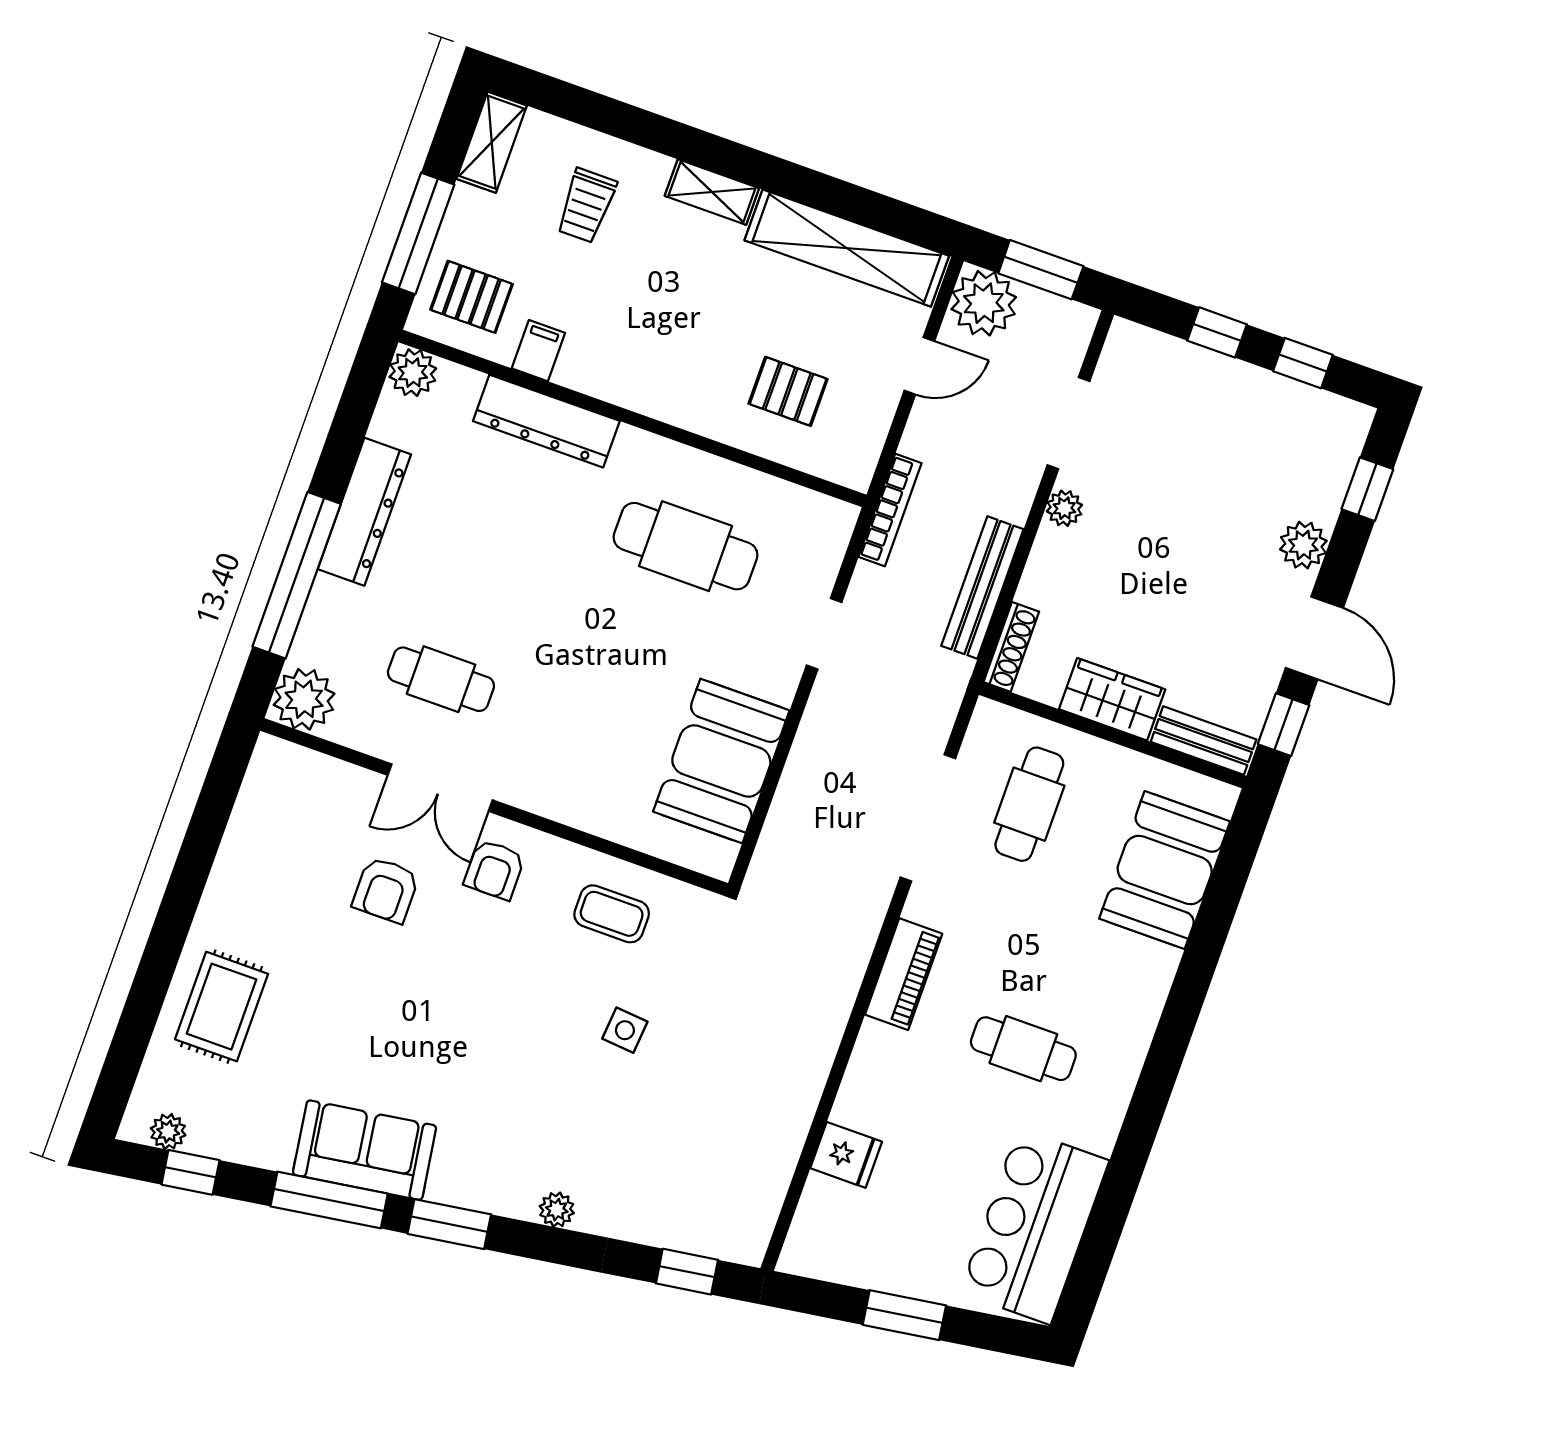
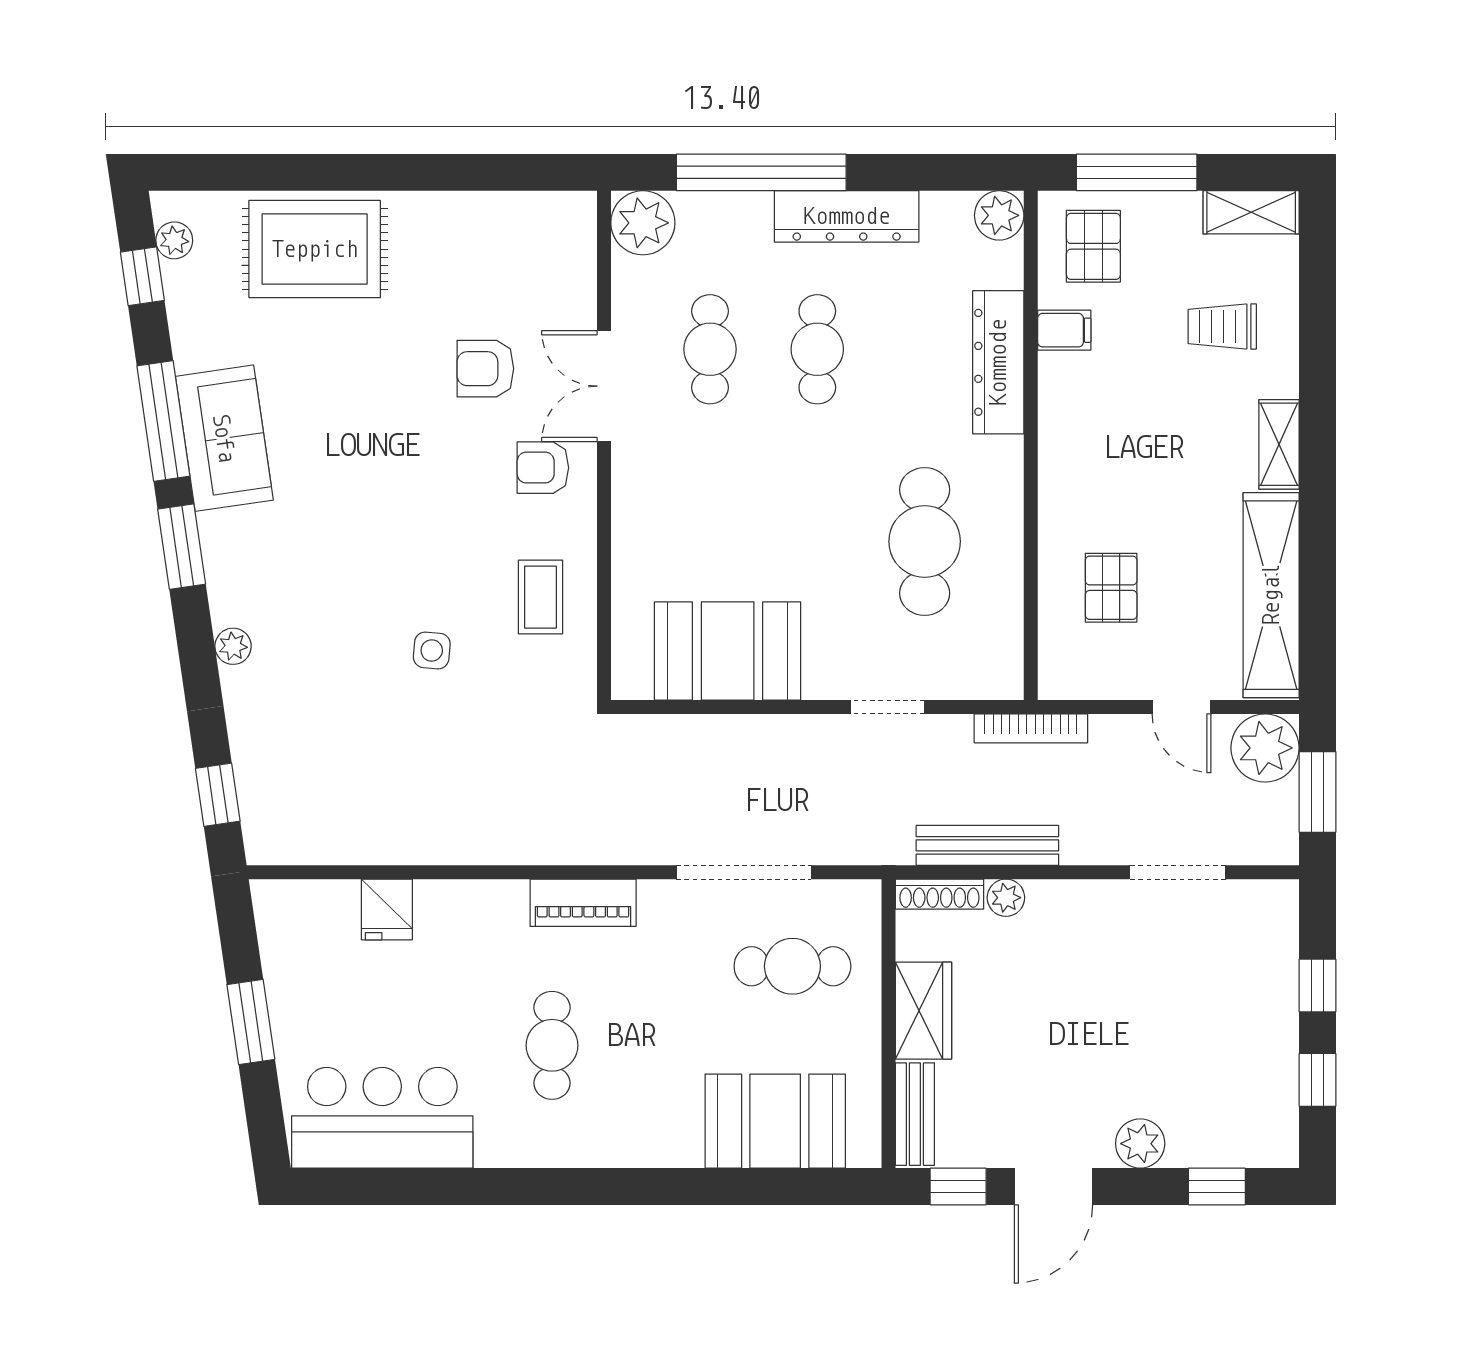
plant: (1064, 508) -> (1006, 898), moved
cafe table: (476, 582) -> (817, 349), added
rug: (222, 1007) -> (315, 249), width x1.36, depth x1.43

